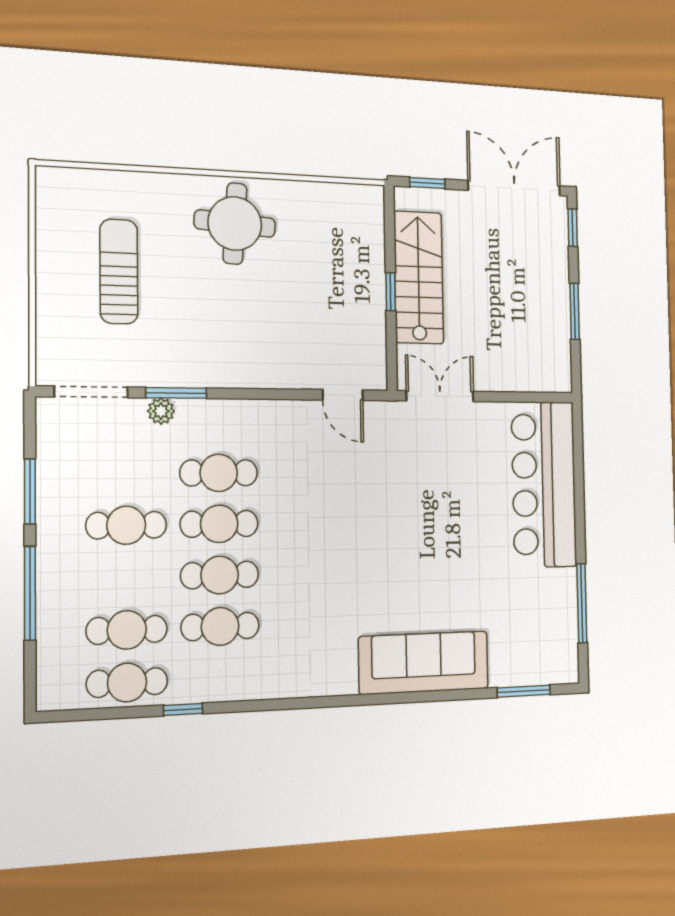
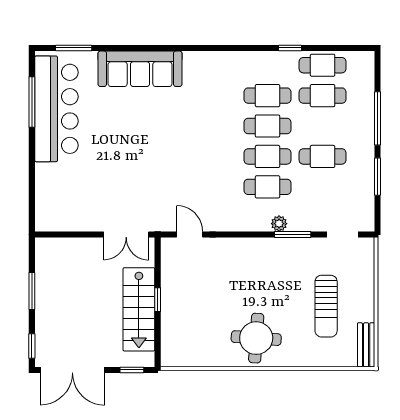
bench: (50, 203) -> (366, 345), added
doorway: (91, 392) -> (343, 234), width x0.73
plant: (161, 411) -> (279, 224), moved
bar counter: (544, 484) -> (56, 109), moved

